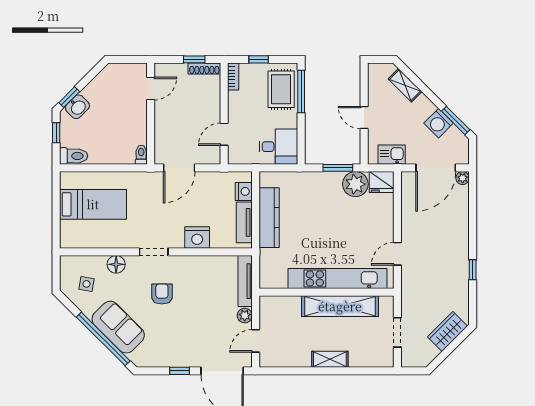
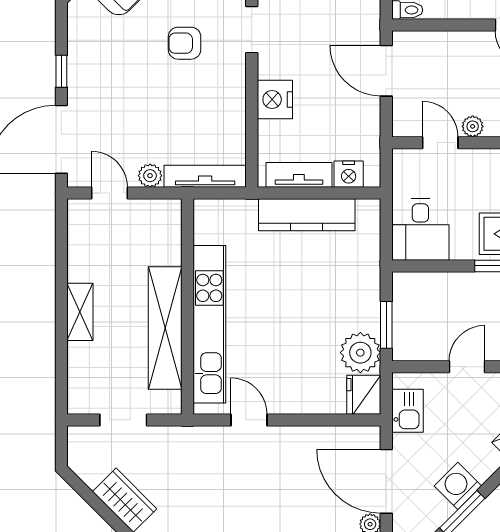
plant: (214, 114) -> (473, 126), added
armchair: (162, 294) -> (185, 43), turned 180

